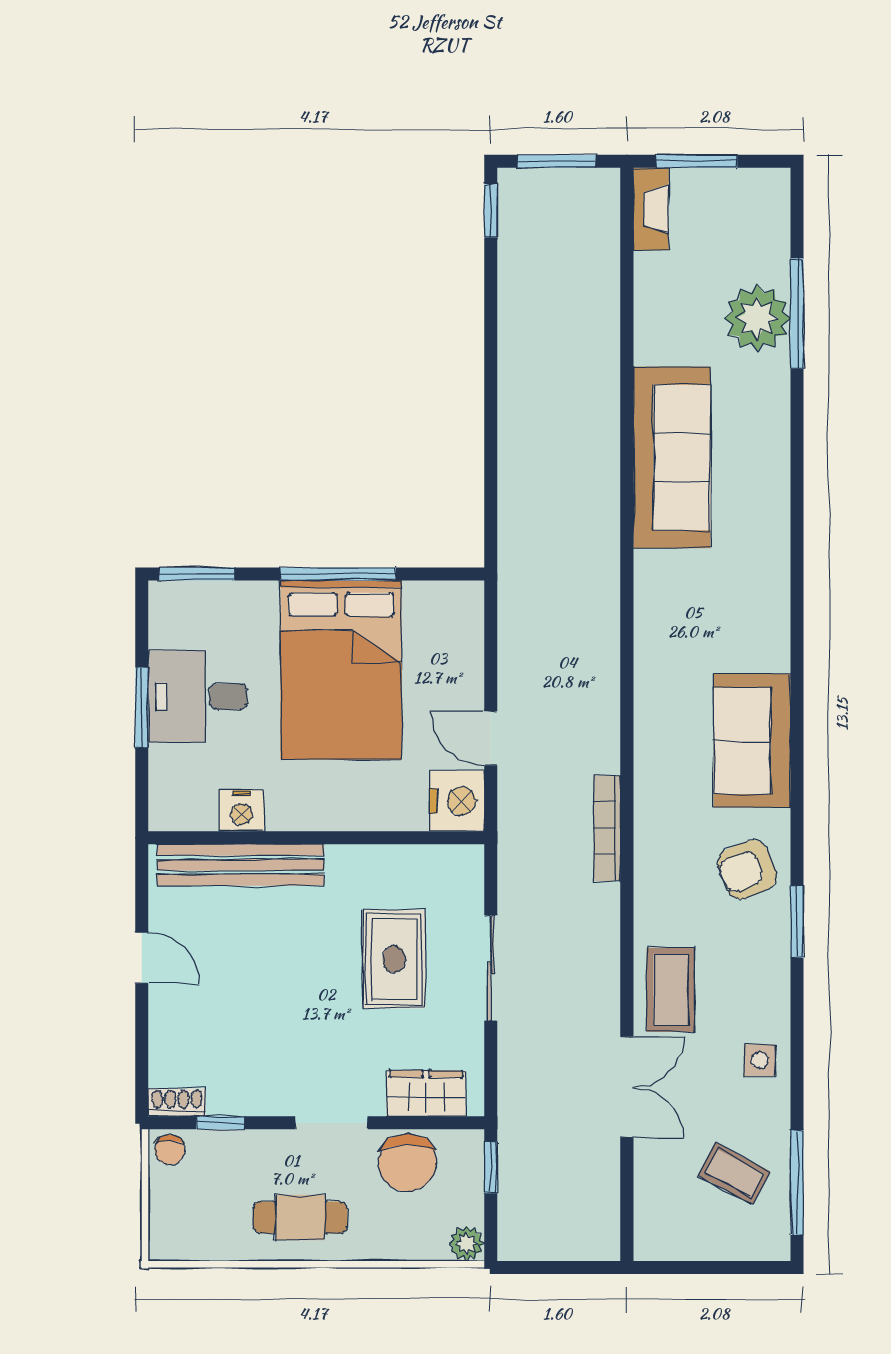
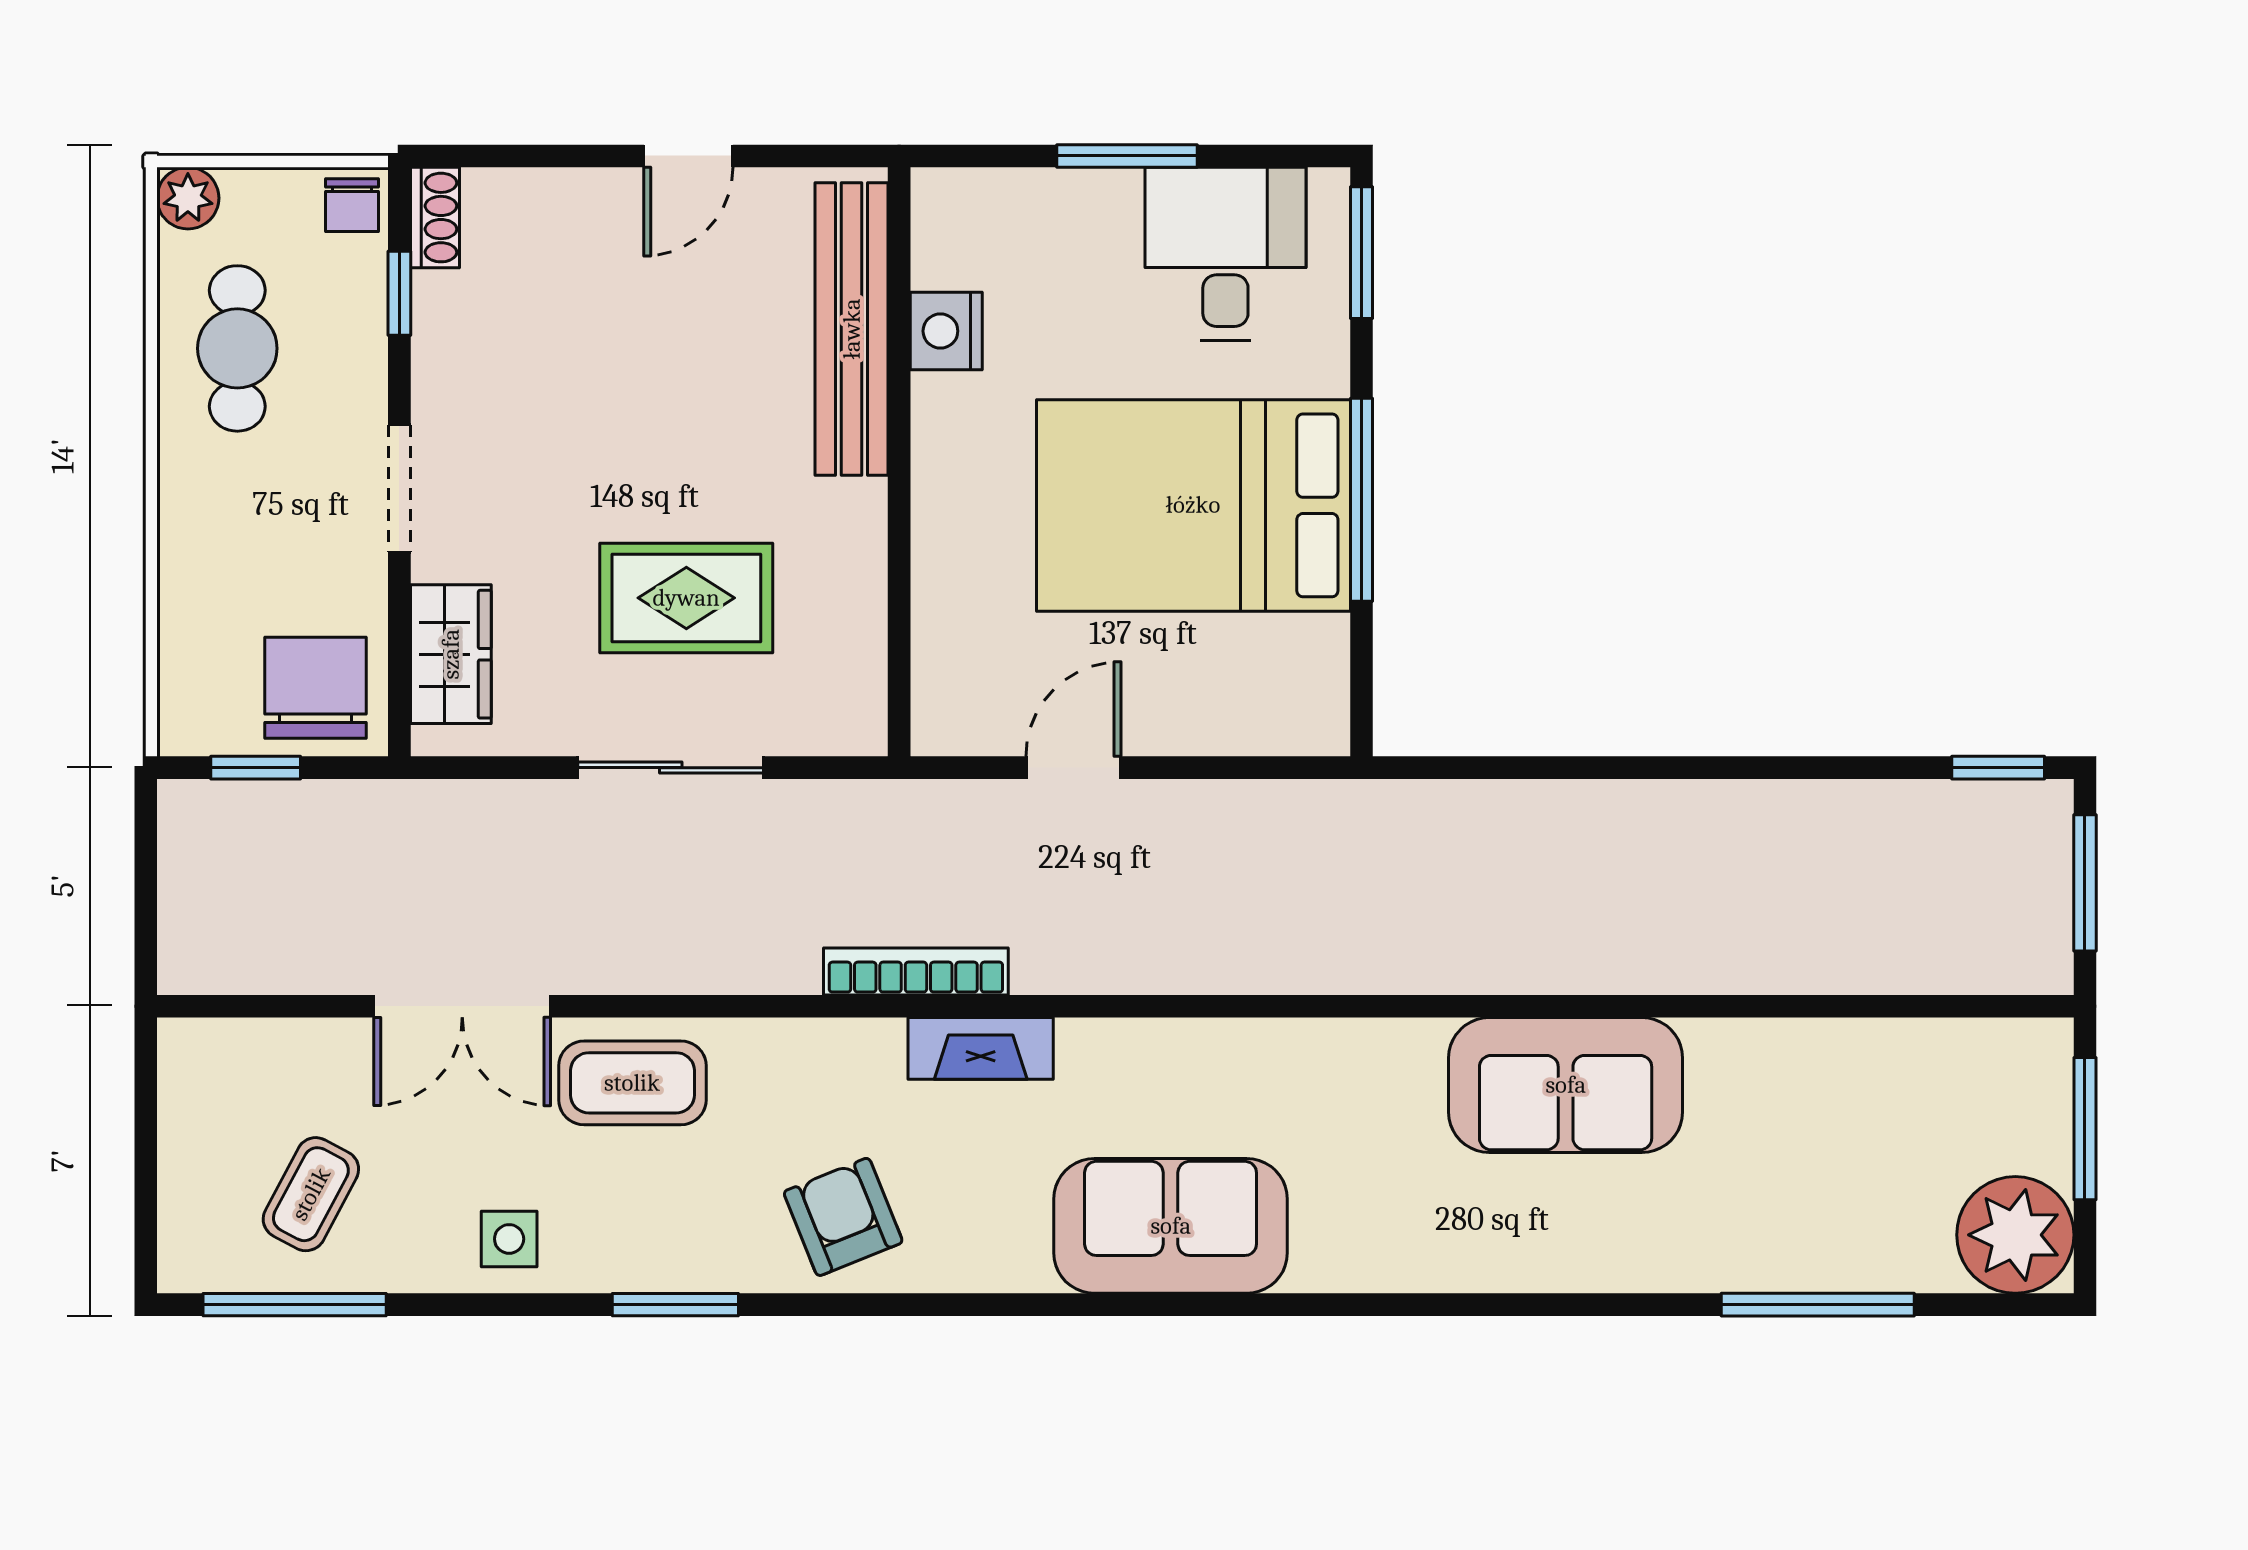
fireplace: (651, 209) -> (981, 1048), moved
plant: (757, 318) -> (2015, 1235), moved
sofa: (672, 457) -> (1566, 1085), width x0.73
desk: (198, 697) -> (1225, 254), moved
sofa: (752, 741) -> (1171, 1226), moved
nightstand: (457, 801) -> (963, 709), removed
window: (797, 922) -> (675, 1305), moved
chair: (170, 1150) -> (352, 205), turned -90
chair: (407, 1163) -> (315, 688), moved, turned 90
window: (491, 1168) -> (256, 768), moved
cafe table: (300, 1217) -> (237, 348), moved
plant: (467, 1243) -> (188, 198), moved

